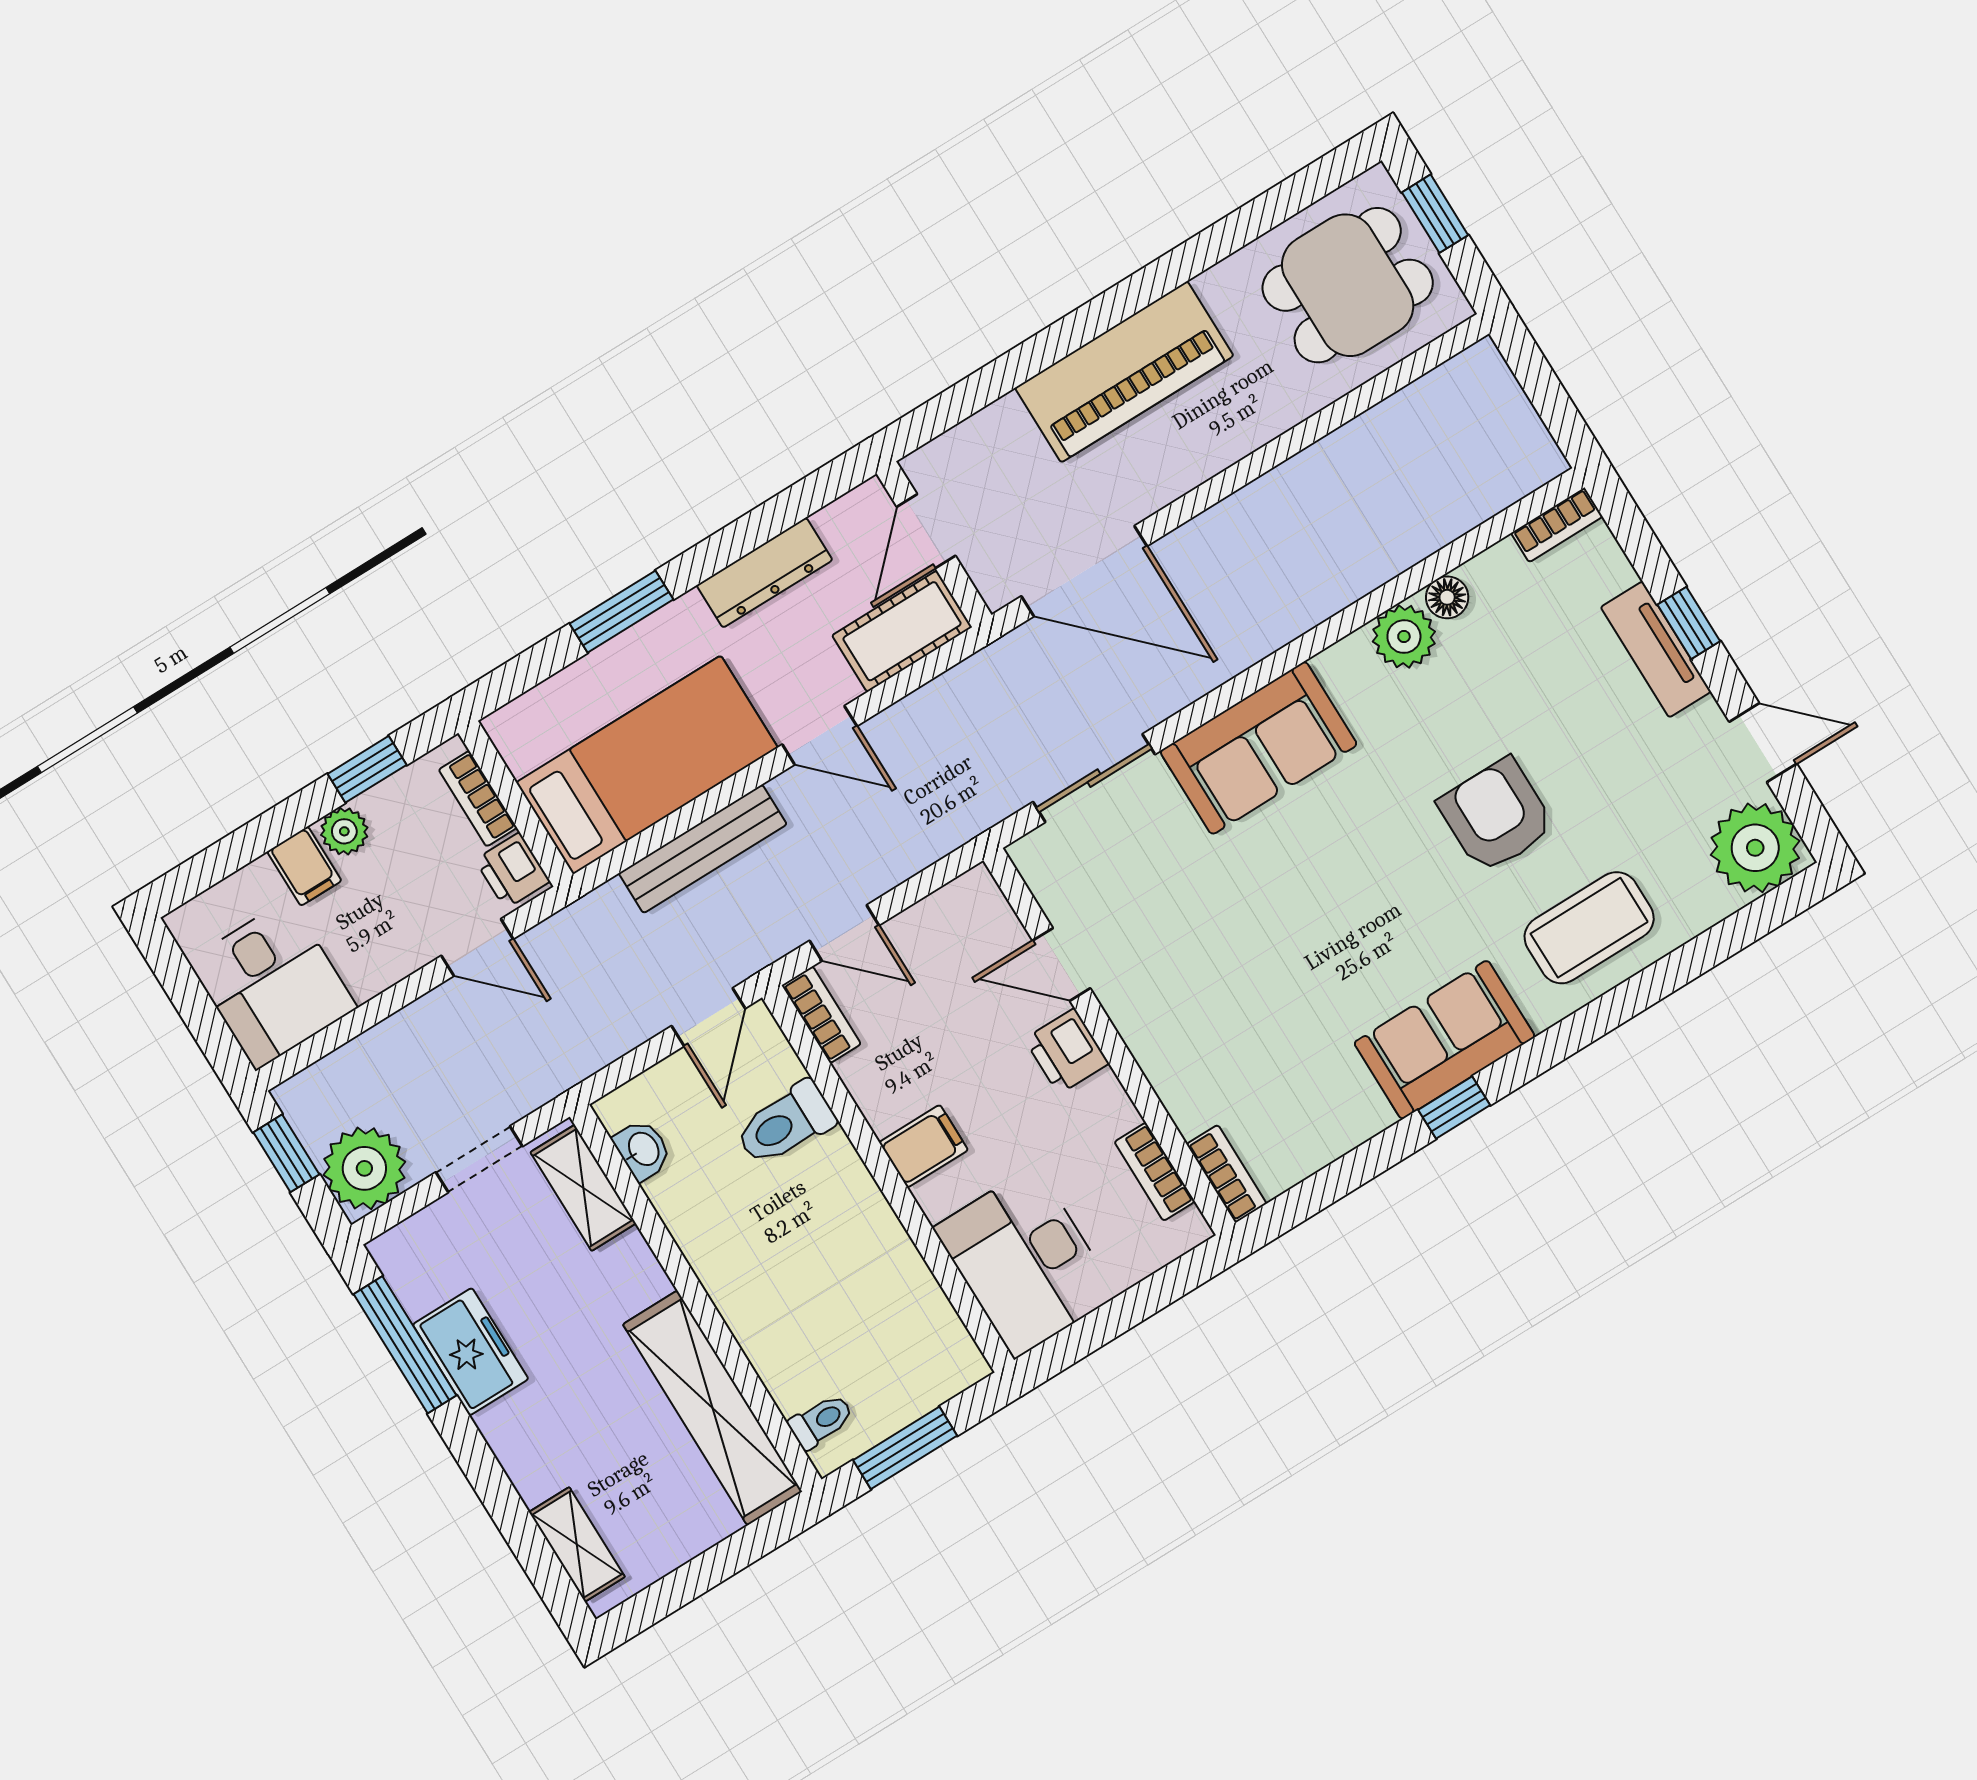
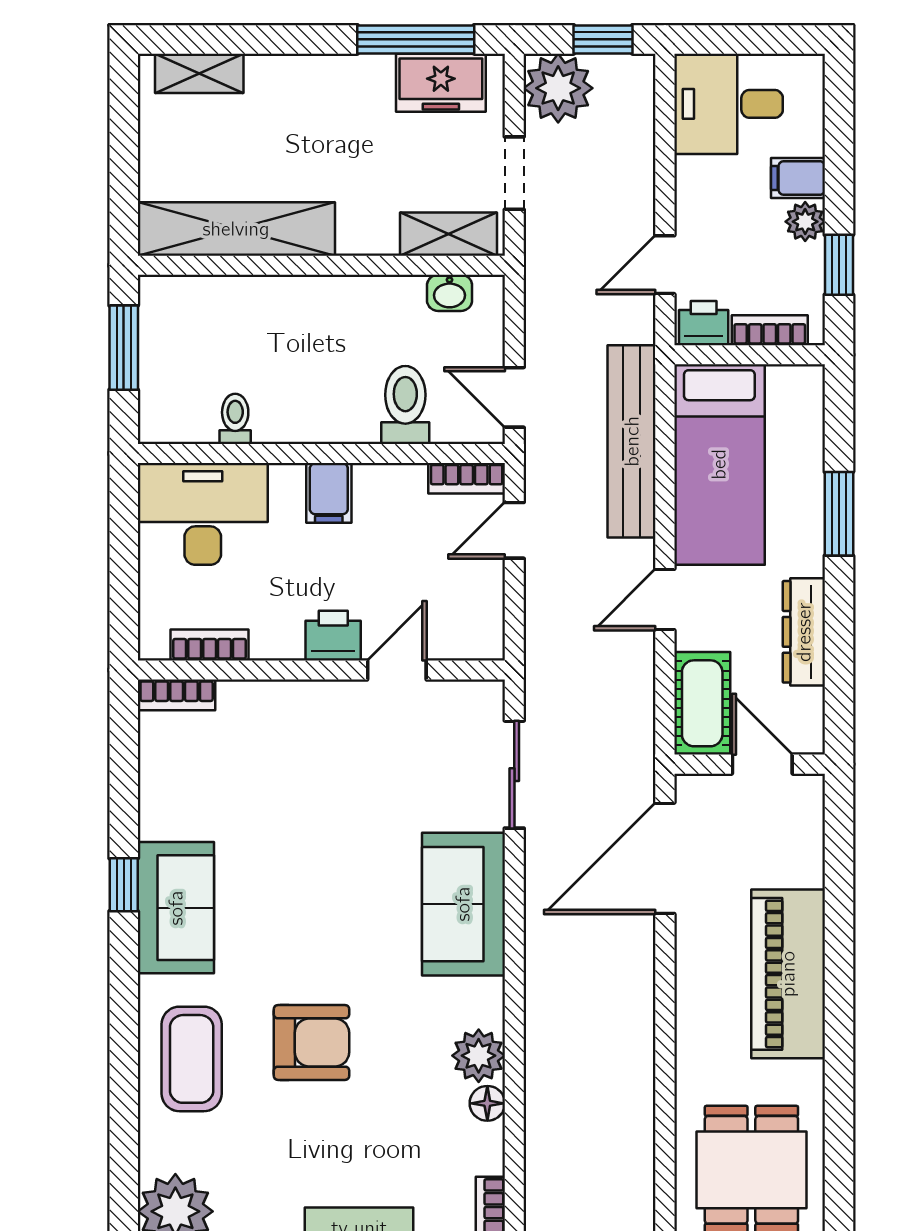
bench: (703, 849) -> (632, 441), width x1.37, depth x1.21
freezer: (471, 1352) -> (441, 83), moved
toilet: (821, 1421) -> (235, 419), moved, turned 180

